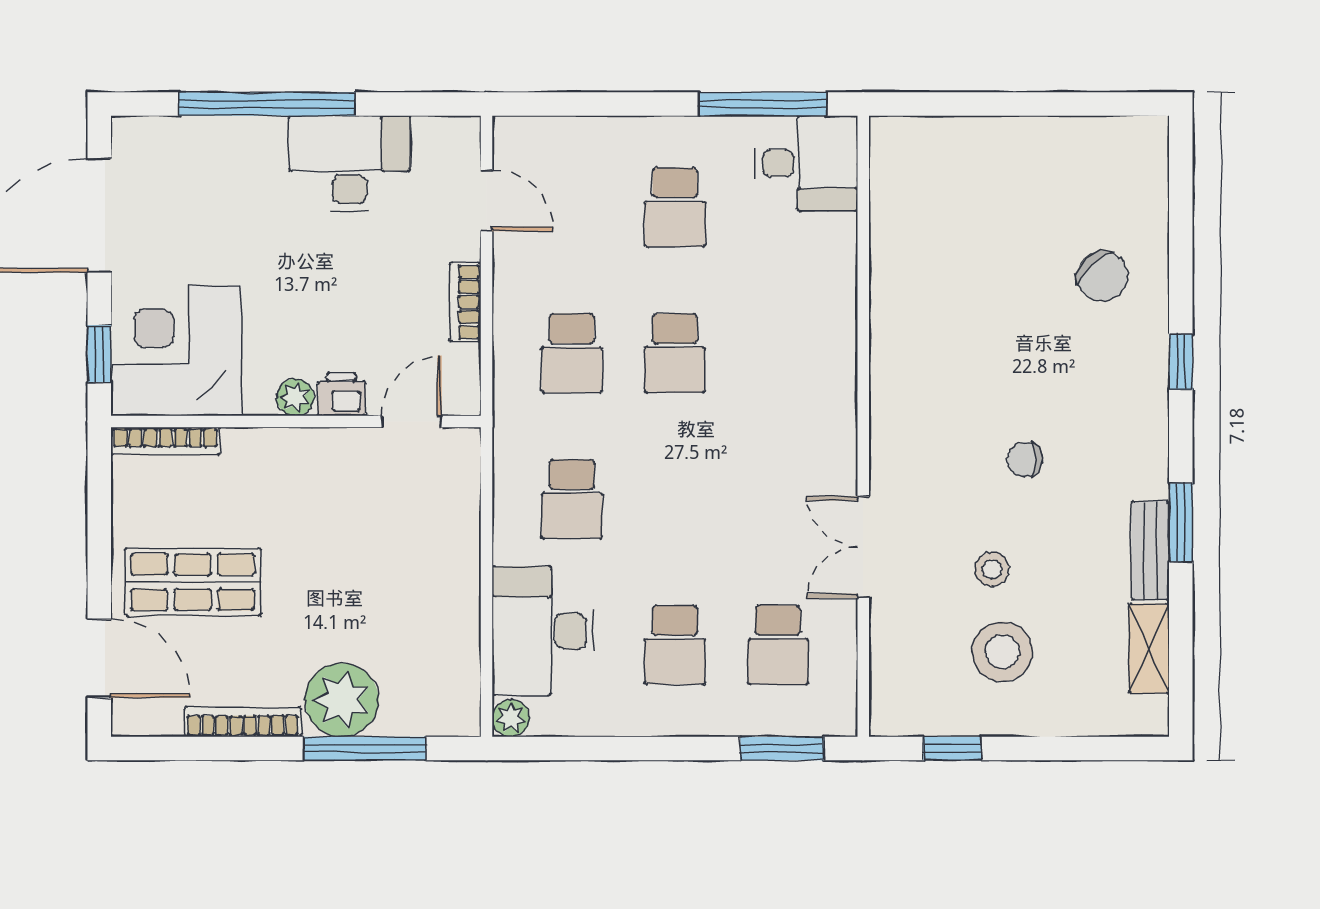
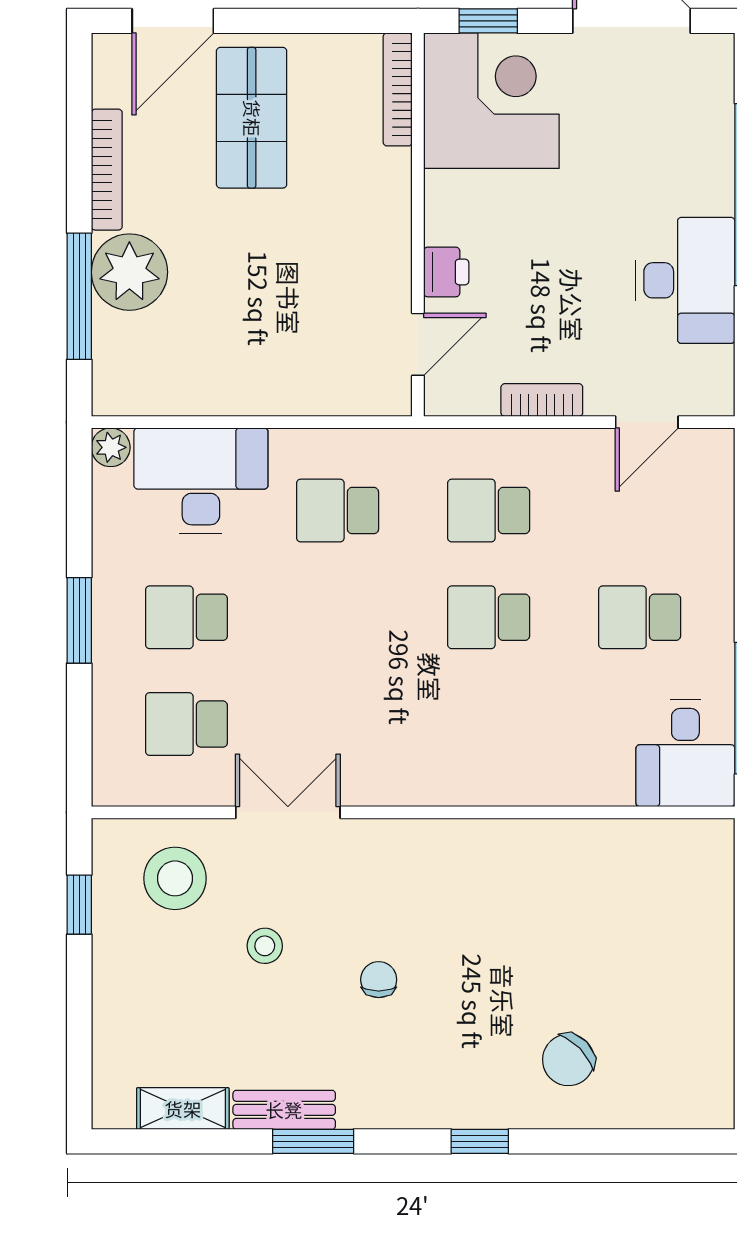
plant: (295, 397) -> (443, 224), removed
door: (411, 421) -> (418, 344), hinge flipped
stool: (1002, 652) -> (175, 878), moved
window: (782, 748) -> (79, 620), moved

